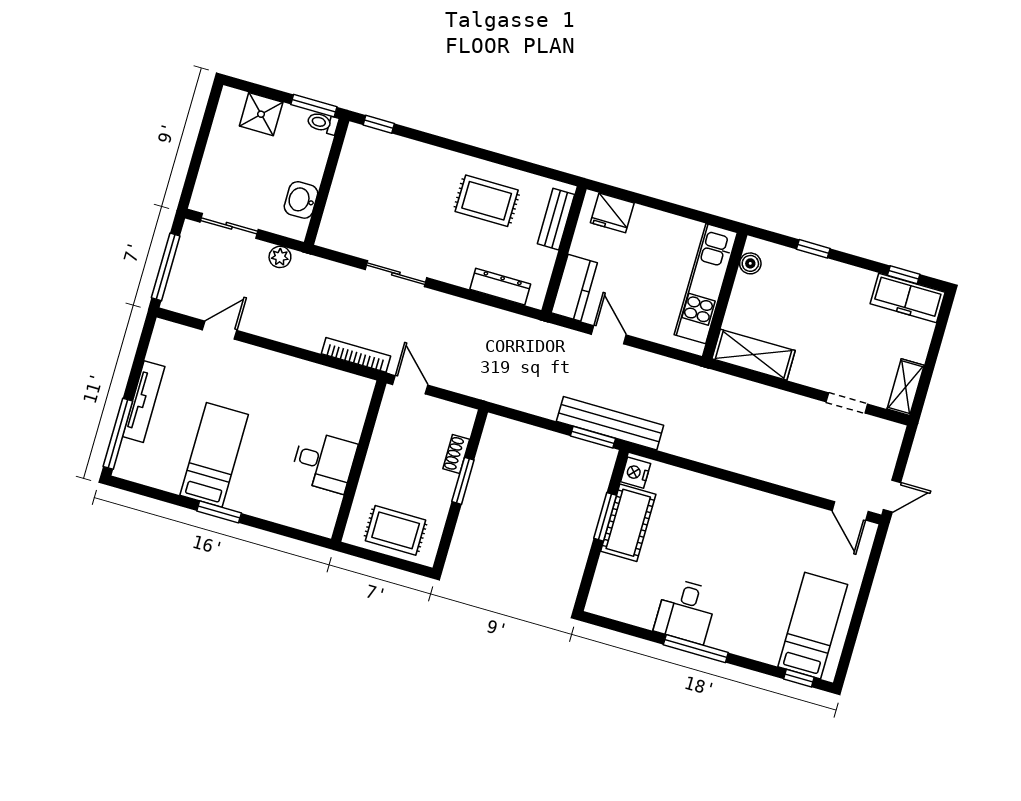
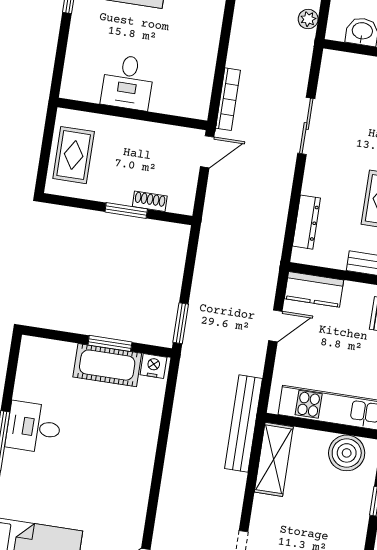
boiler: (750, 263) -> (347, 453), width x1.86, depth x1.86
bench: (610, 423) -> (244, 424), moved

